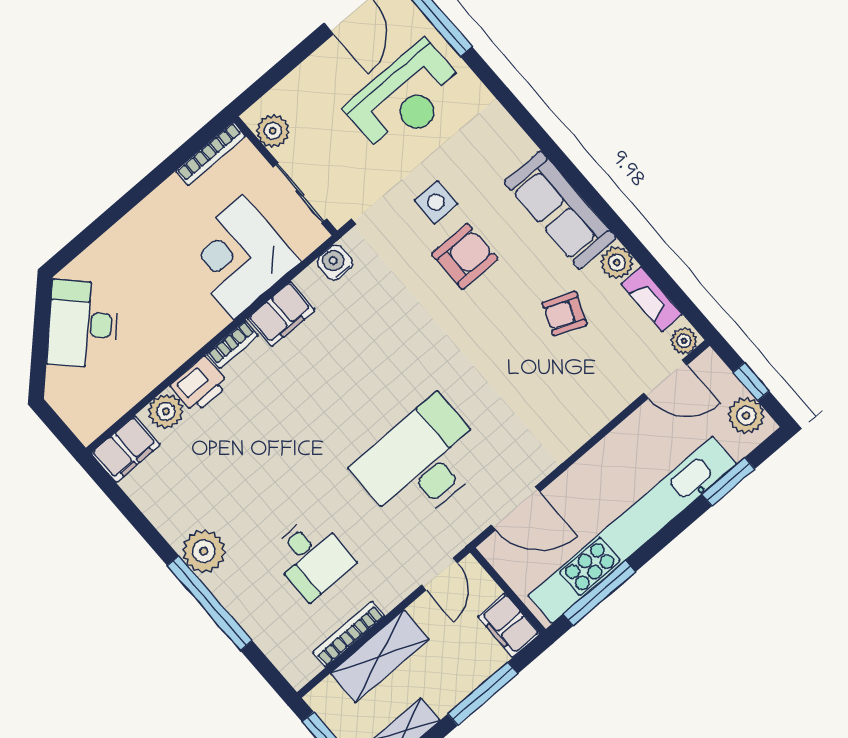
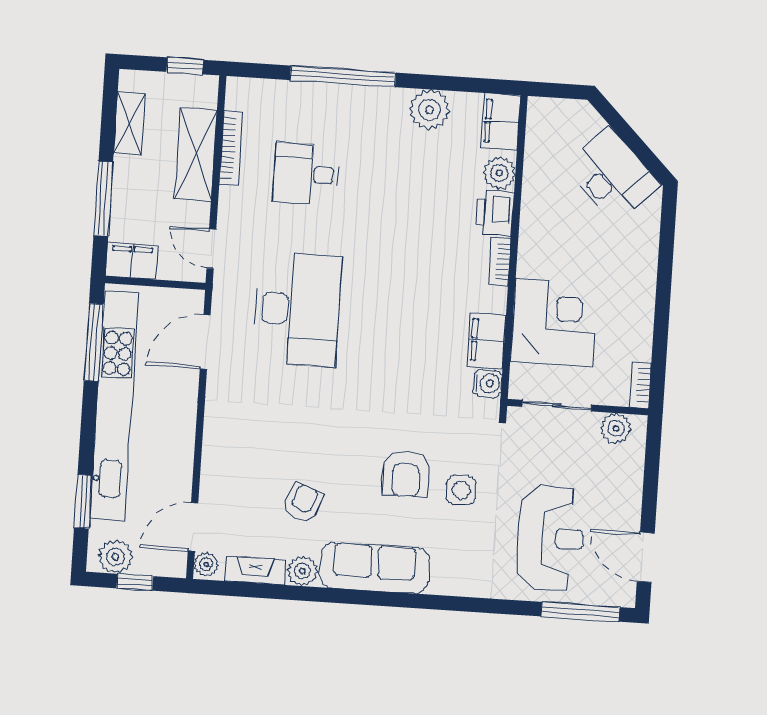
reception desk: (405, 98) -> (551, 538), turned 180
bookcase: (211, 154) -> (641, 385), width x0.64
filing cabinet: (281, 314) -> (487, 340), moved
plant: (204, 551) -> (429, 110), moved

